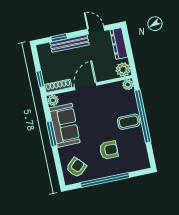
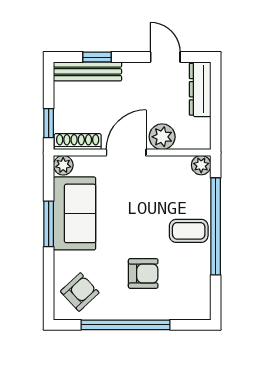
bench: (70, 44) -> (88, 71), moved
plant: (123, 70) -> (162, 137), moved

